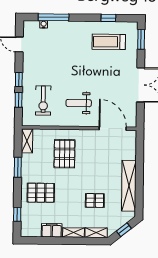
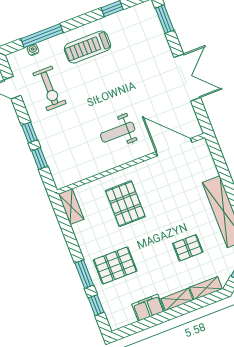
treadmill: (109, 42) -> (88, 47), moved
exercise bike: (43, 101) -> (50, 88), moved
window: (18, 167) -> (84, 274), moved

